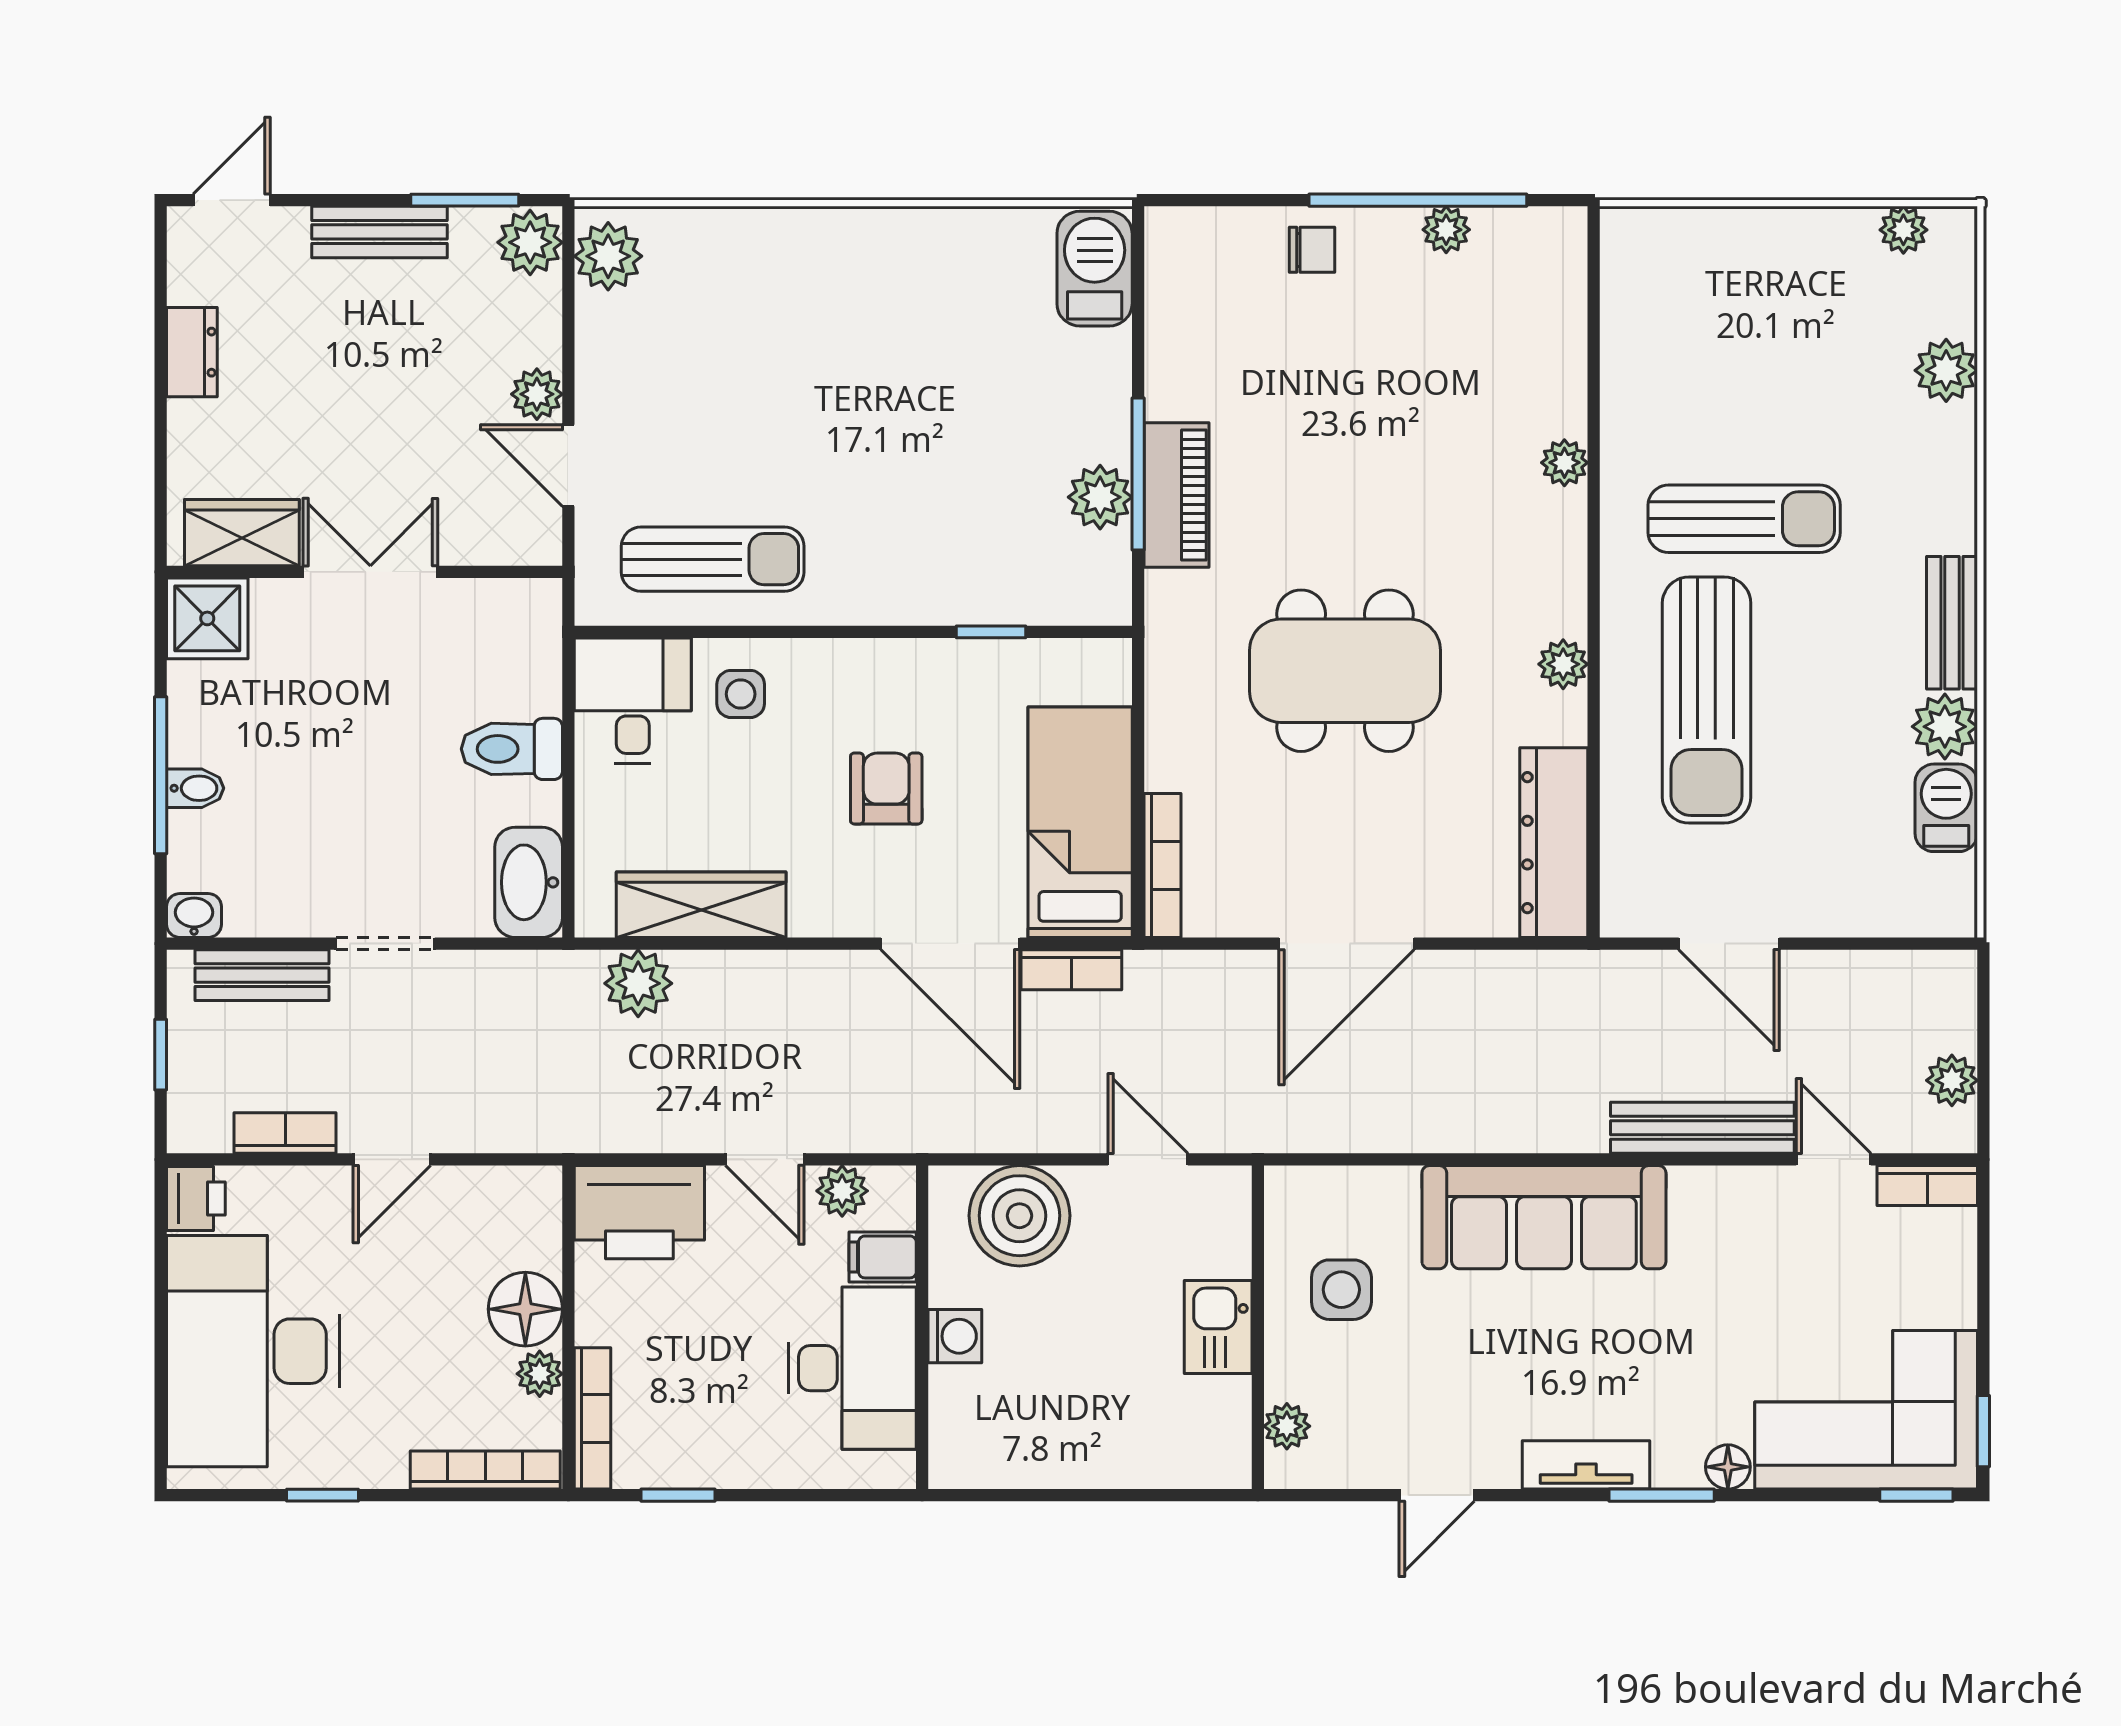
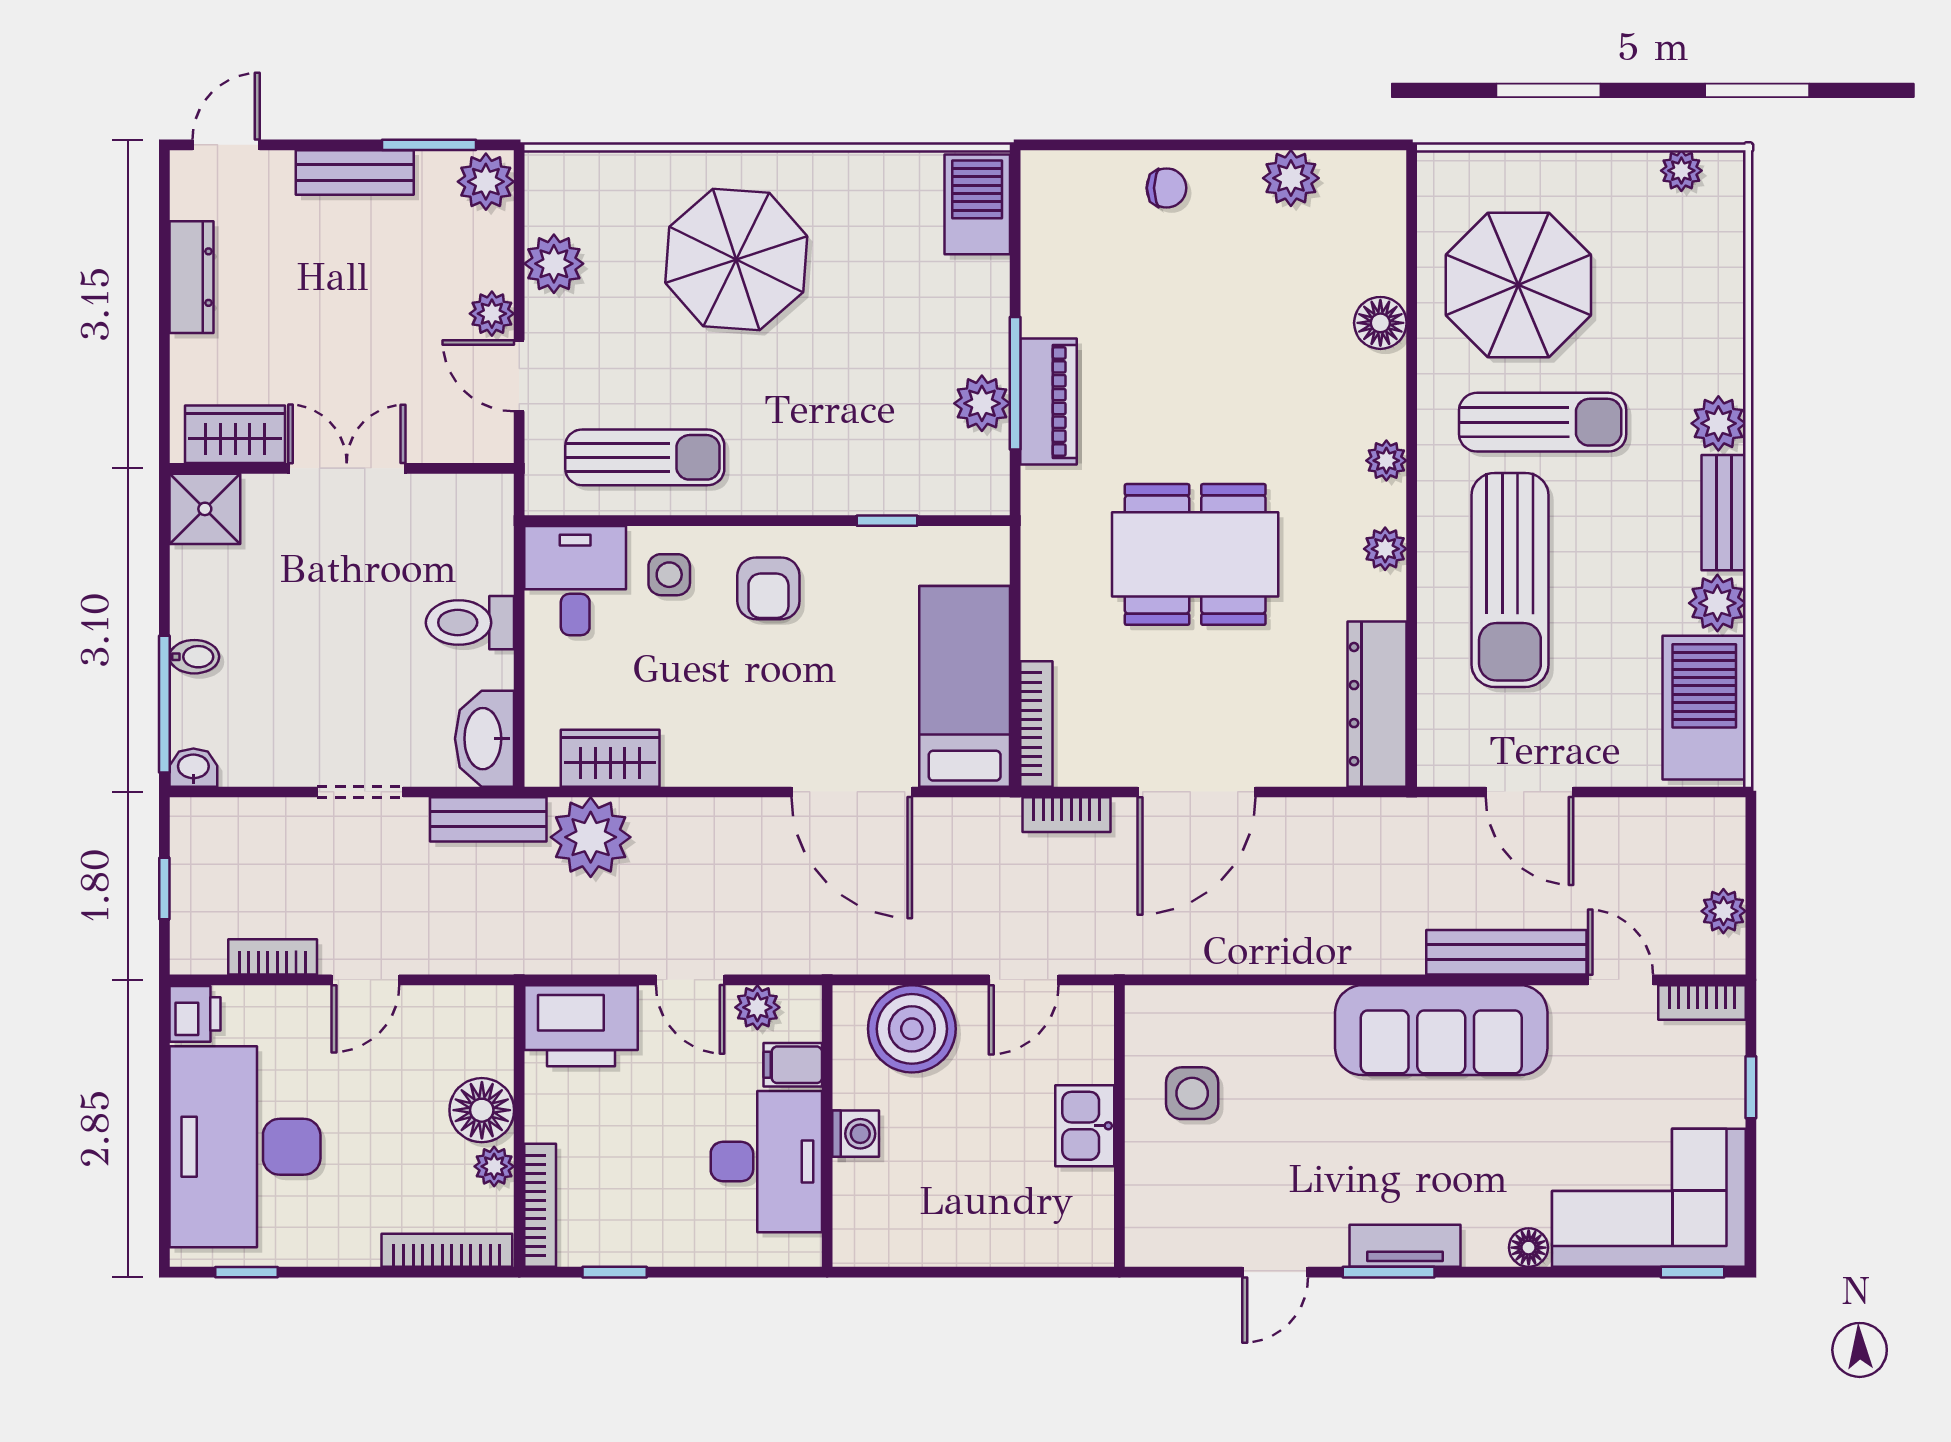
window: (1418, 200) -> (1259, 145), removed
plant: (1446, 230) -> (1291, 178), width x1.38, depth x1.38
plant: (608, 256) -> (554, 264), moved
parasol: (818, 332) -> (736, 260), added
dresser: (192, 352) -> (191, 277), width x1.44
parasol: (1716, 361) -> (1518, 285), added
plant: (1946, 370) -> (1718, 423), moved
floor lamp: (1558, 405) -> (1380, 323), added
plant: (1564, 463) -> (1386, 461), moved
window: (161, 775) -> (164, 704), moved
armchair: (886, 788) -> (768, 588), moved, turned 180
barbecue: (1946, 808) -> (1704, 708), width x1.88, depth x1.53
wardrobe: (701, 905) -> (610, 758), width x0.67
bookcase: (1071, 970) -> (1066, 815), moved
bench: (262, 975) -> (488, 819), moved
plant: (638, 983) -> (591, 837), width x1.36, depth x1.36
door: (1148, 1159) -> (1024, 980), swing flipped
sofa: (1544, 1217) -> (1441, 1030), moved
plant: (1287, 1426) -> (1145, 1212), removed
window: (1983, 1431) -> (1751, 1087), moved
window: (322, 1495) -> (246, 1272), moved
window: (1662, 1495) -> (1389, 1272), moved

